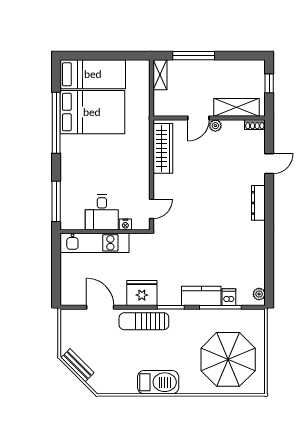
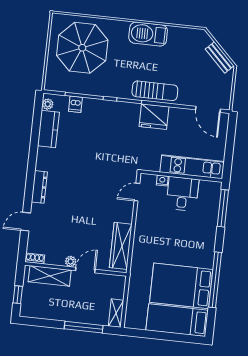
kitchen counter: (201, 296) -> (48, 129), moved, turned -90
door: (100, 307) -> (208, 109), moved

